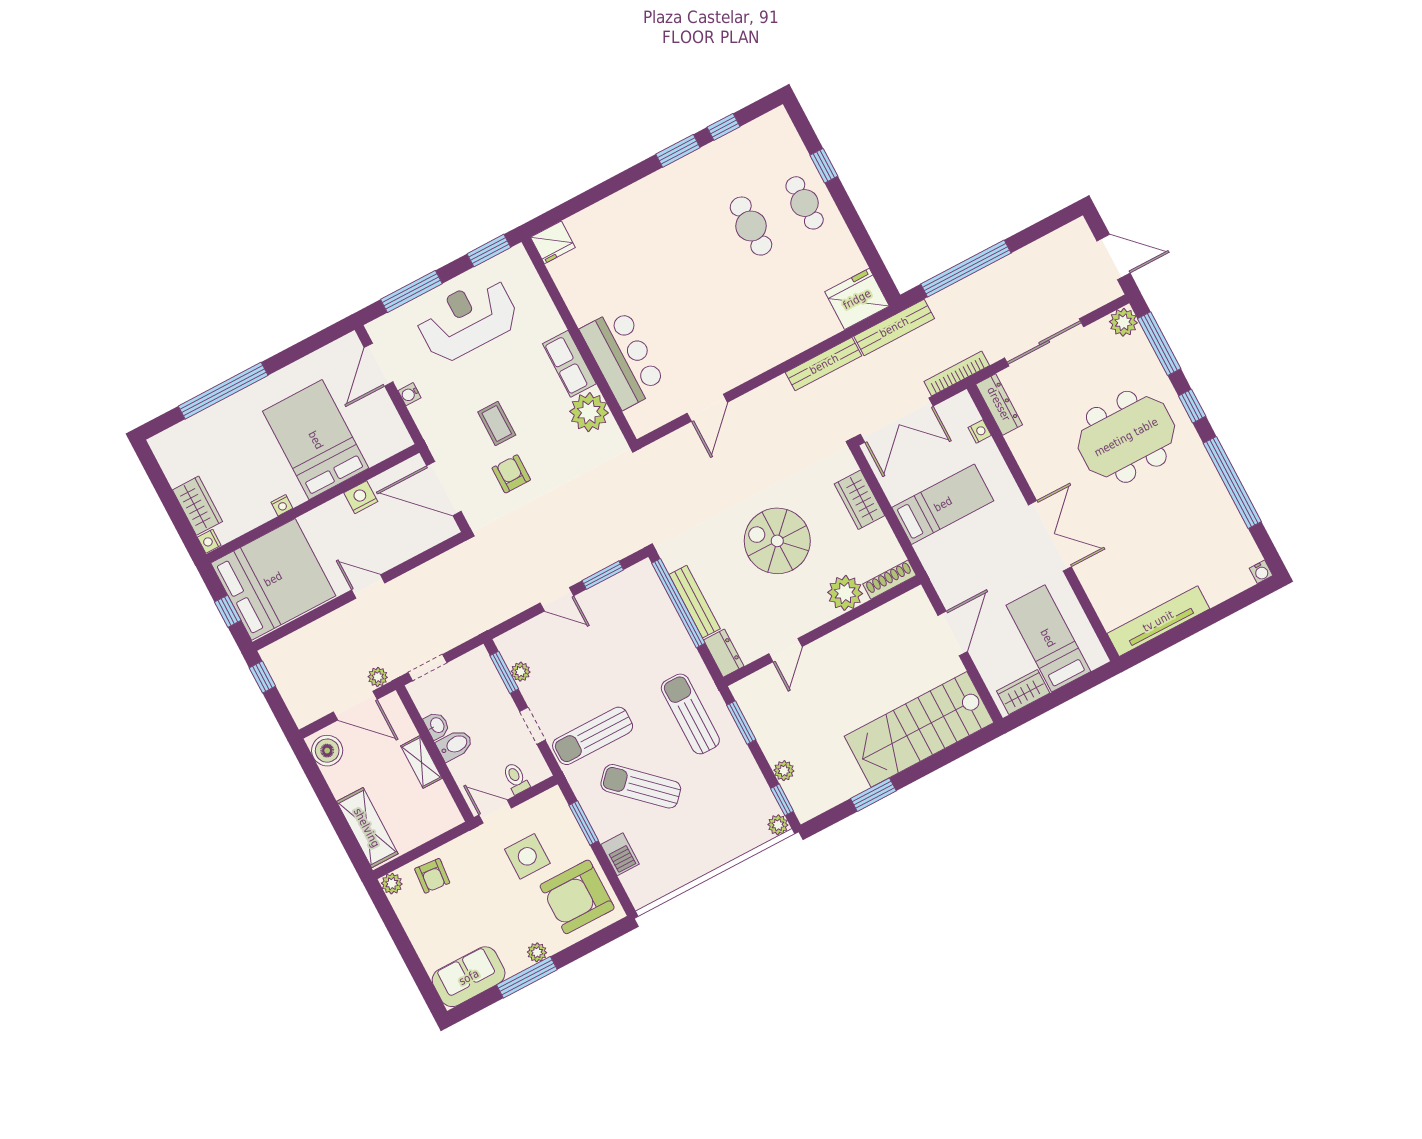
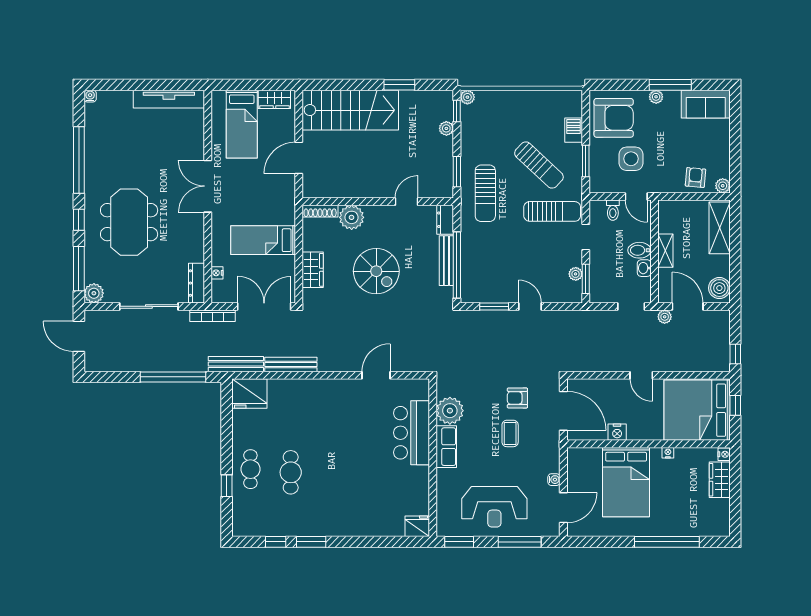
meeting table: (1126, 437) -> (129, 222), turned 90
armchair: (511, 474) -> (517, 398), turned 90

